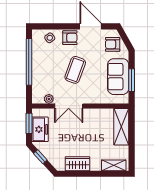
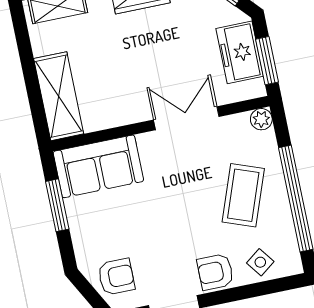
coffee table: (75, 70) -> (243, 195), moved
sofa: (118, 77) -> (98, 166), moved, turned 90
plant: (49, 99) -> (261, 119), moved

